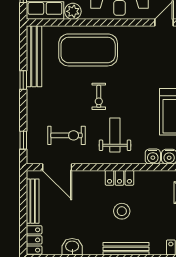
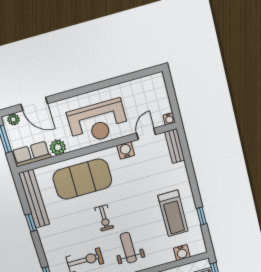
water cooler: (153, 156) -> (126, 150), moved, turned 180

